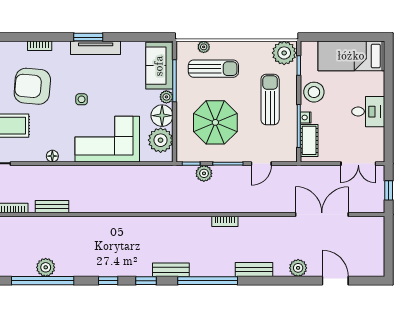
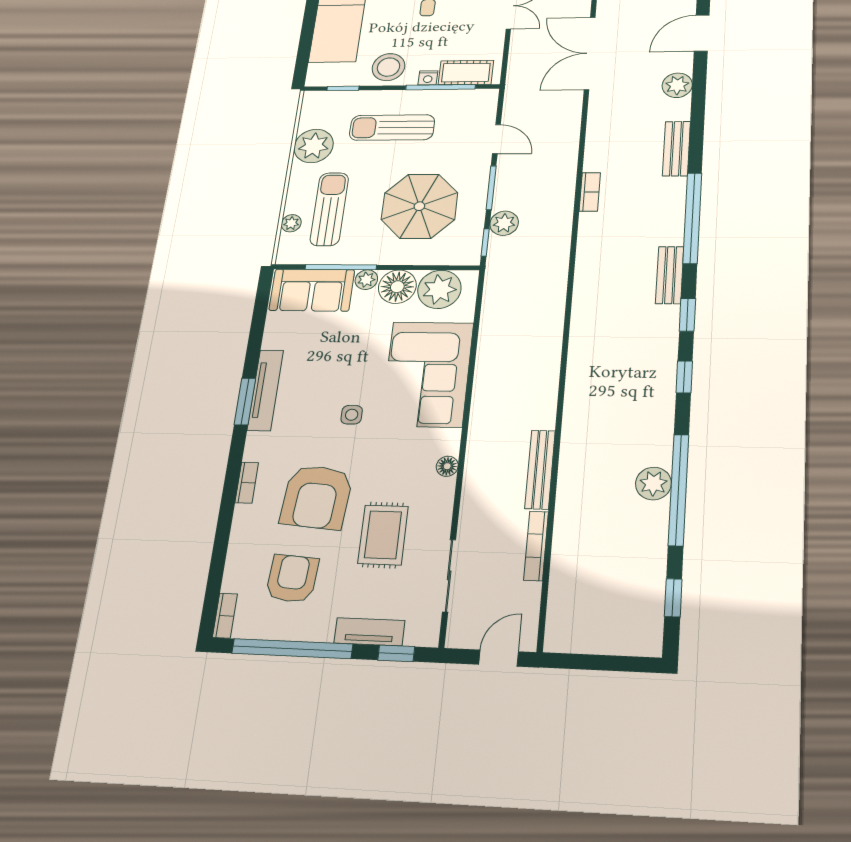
plant: (284, 53) -> (314, 146), moved
bench: (52, 207) -> (540, 469), width x1.36

